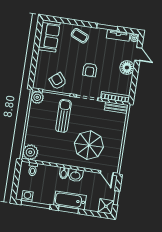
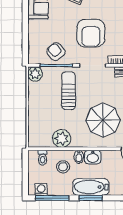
armchair: (90, 70) -> (91, 33), width x1.88, depth x1.88
plant: (30, 152) -> (62, 139), moved
stool: (49, 180) -> (63, 167), added

